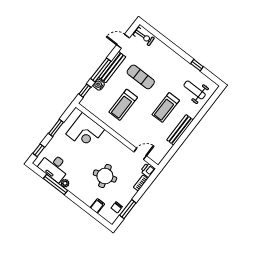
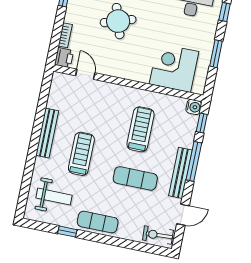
exercise mat: (176, 62) -> (98, 222), added
water cooler: (99, 85) -> (194, 107), moved
door: (140, 154) -> (85, 74), swing flipped

